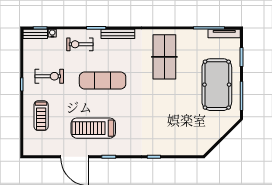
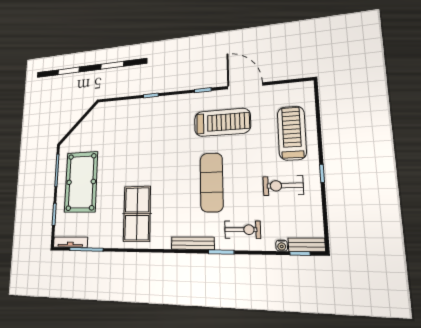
exercise mat: (103, 80) -> (212, 182), turned 90
treadmill: (41, 116) -> (292, 133), width x1.37, depth x1.38

